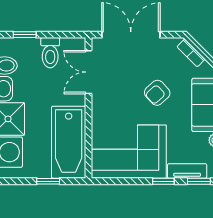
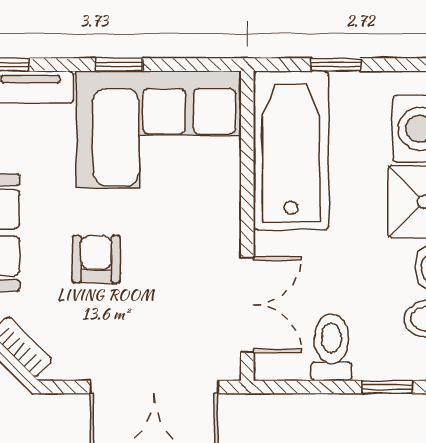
armchair: (157, 93) -> (96, 259), turned -48
window: (163, 181) -> (119, 65), moved

